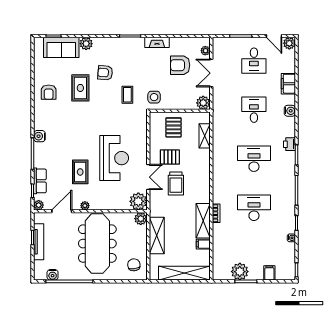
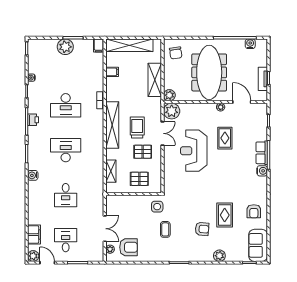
fireplace: (157, 42) -> (154, 257), removed
sofa: (61, 47) -> (258, 245), moved, turned -90
armchair: (180, 65) -> (128, 247), moved
filing cabinet: (288, 84) -> (34, 235), moved
armchair: (49, 92) -> (254, 211), turned 180
coffee table: (127, 95) -> (165, 229), moved
plant: (203, 103) -> (112, 201), removed
water cooler: (290, 111) -> (33, 175), moved
pallet: (174, 127) -> (139, 179), turned 90
printer: (289, 144) -> (33, 120), moved
desk: (254, 159) -> (66, 150), turned 180
double door: (148, 177) -> (163, 133), swing flipped
row of seats: (40, 181) -> (262, 153), moved
plant: (39, 205) -> (263, 108), removed
door: (62, 211) -> (242, 102), swing flipped
shelving: (203, 221) -> (112, 125), moved, width x1.47
tv unit: (39, 242) -> (263, 79), width x0.71
plant: (240, 272) -> (65, 47), moved
filing cabinet: (269, 273) -> (99, 46), moved

